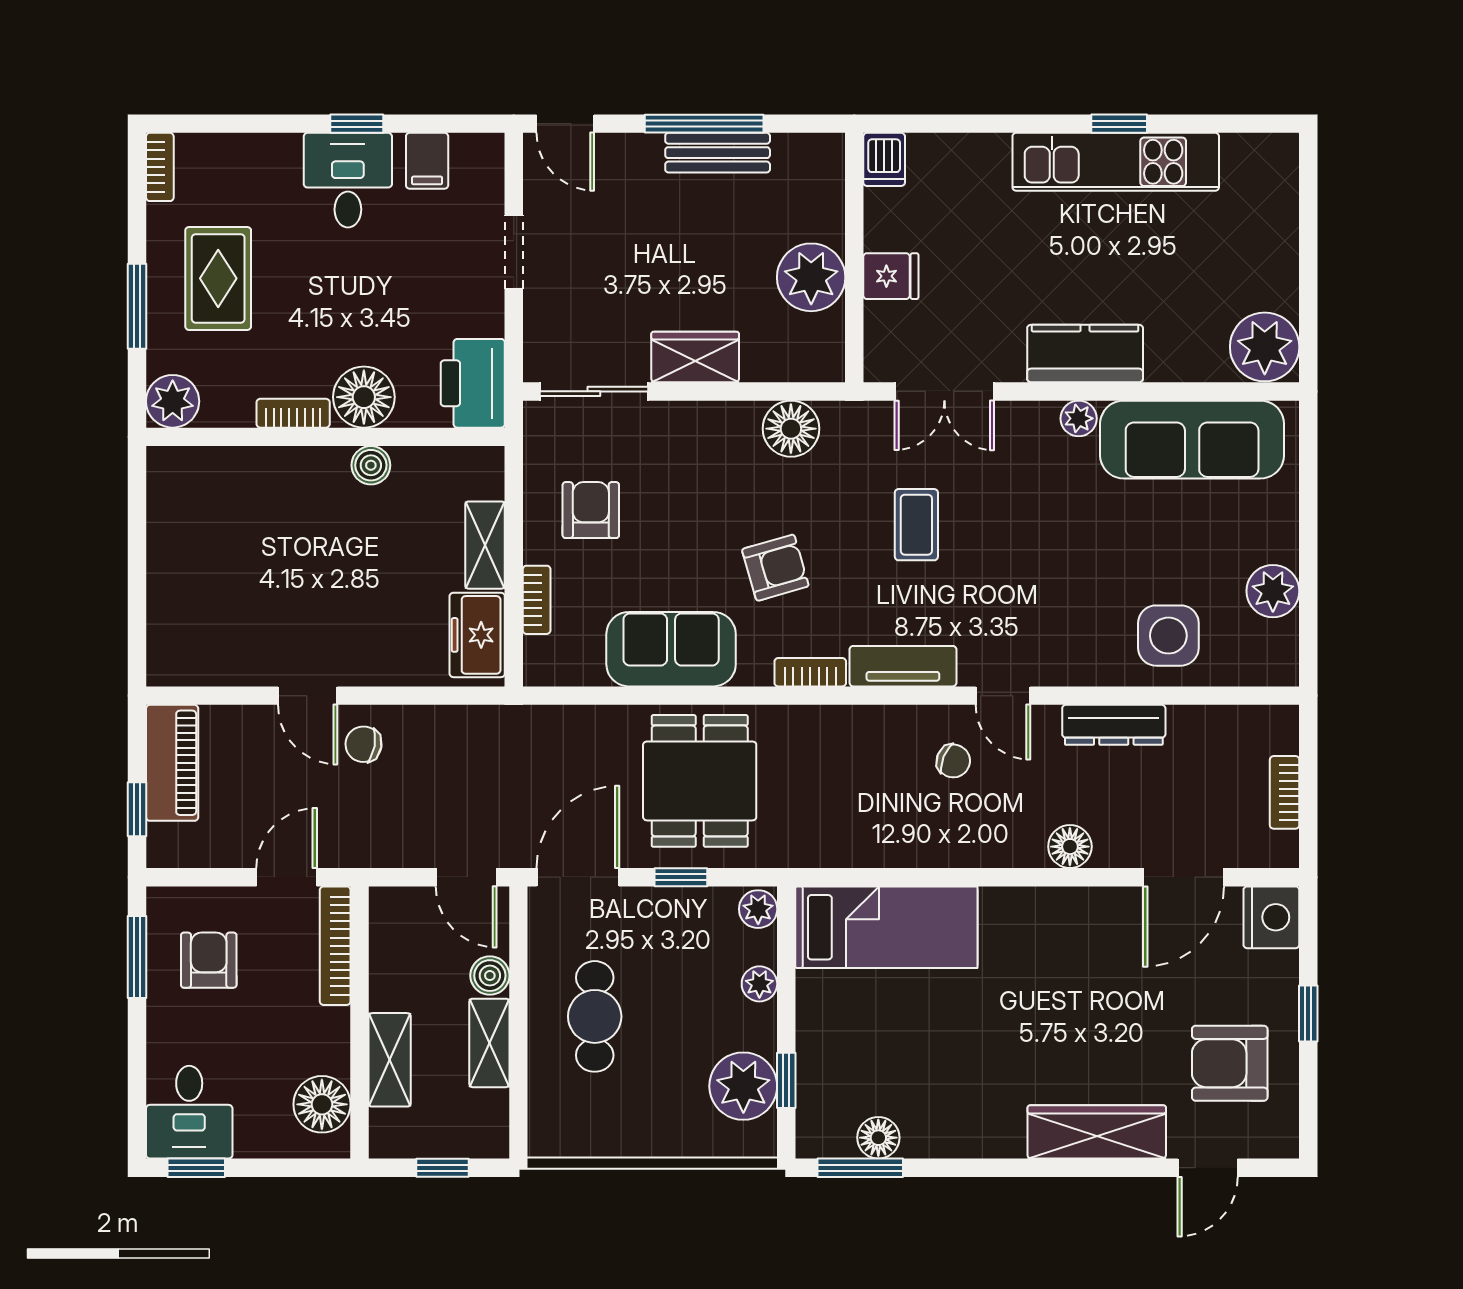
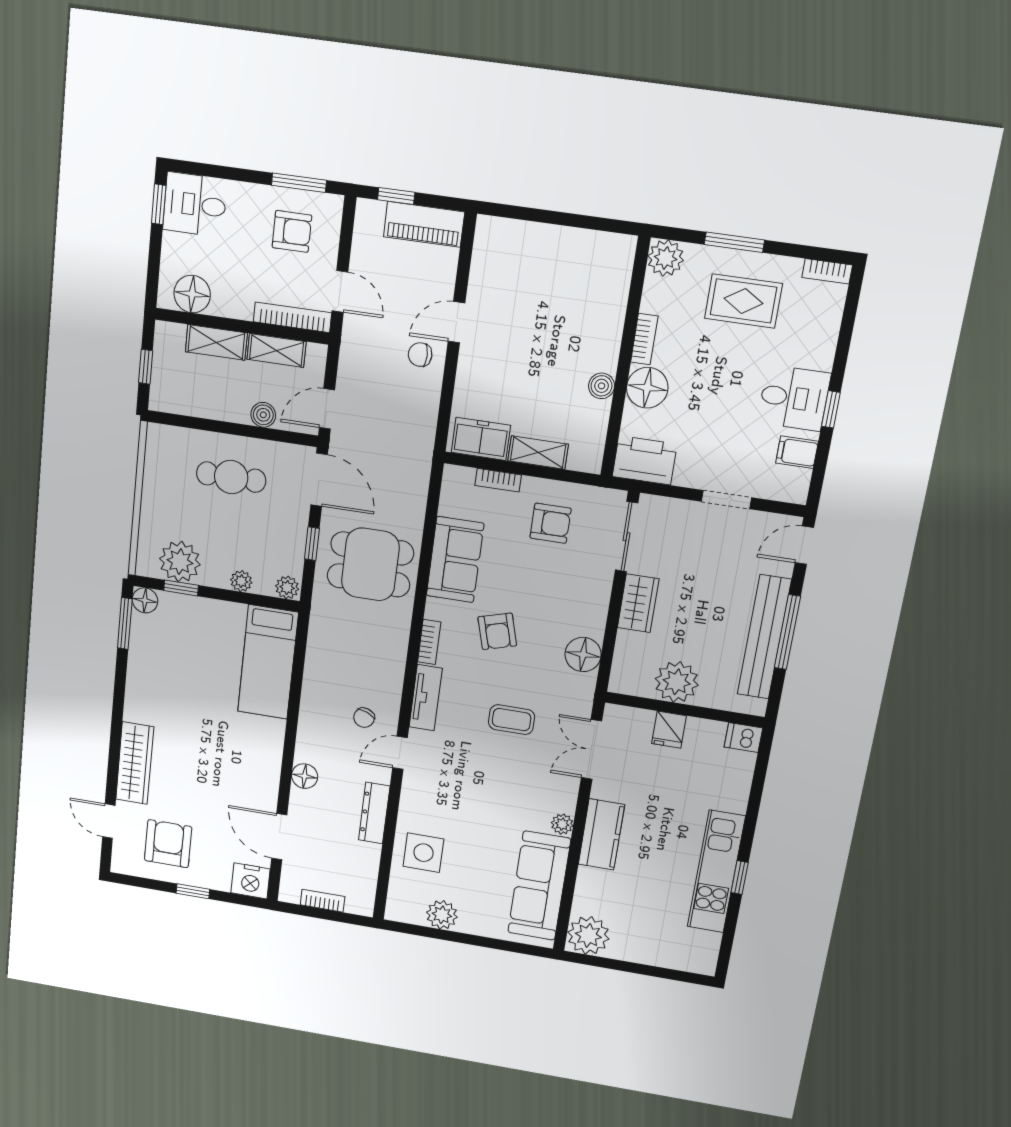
bench: (718, 153) -> (764, 637), width x1.86, depth x1.21
chair: (363, 744) -> (420, 355), turned -100
shelving: (489, 1043) -> (277, 350), moved
floor lamp: (878, 1138) -> (145, 600), moved

